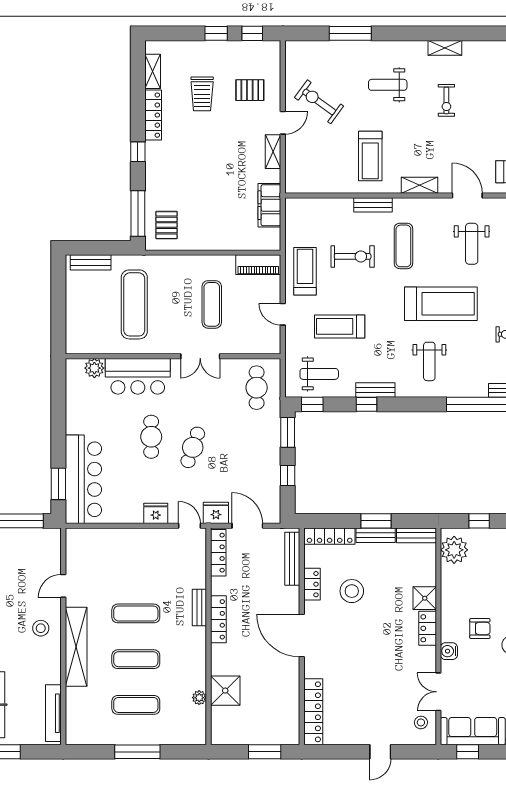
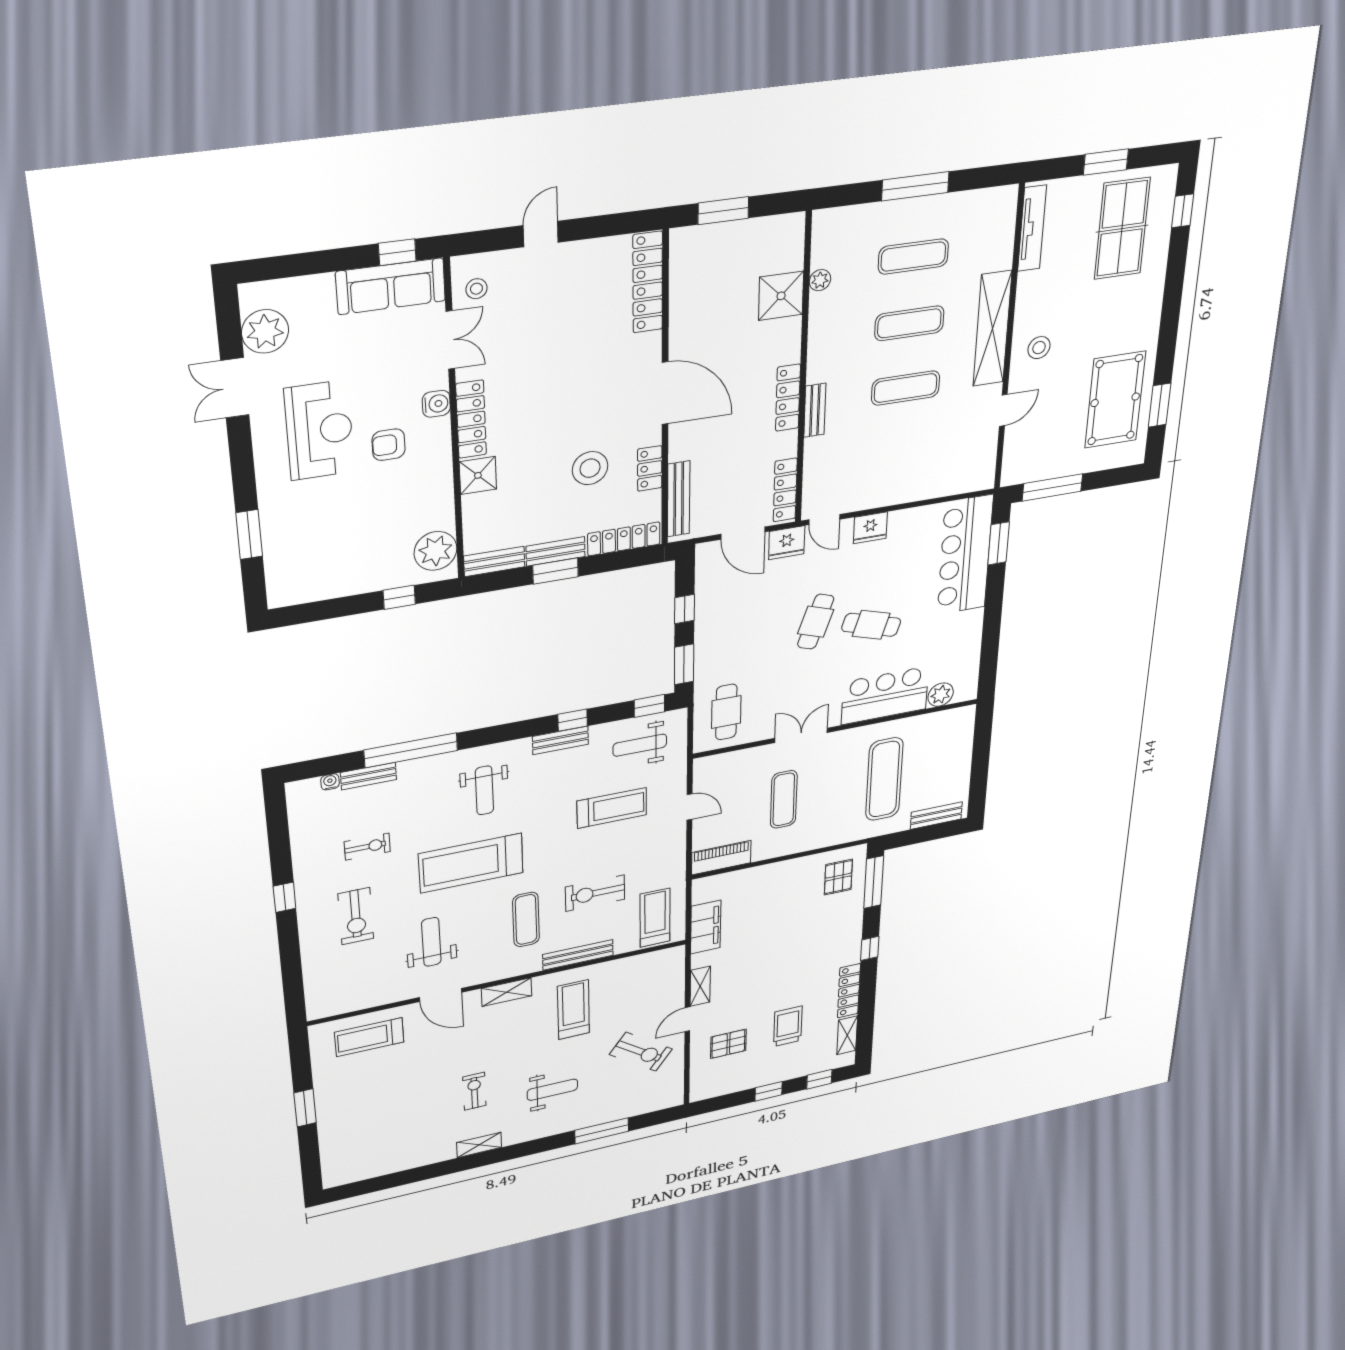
window: (252, 33) -> (819, 1079), moved
bench: (373, 205) -> (578, 955), width x1.36
treadmill: (305, 271) -> (655, 918), moved, turned 180
weight bench: (429, 361) -> (484, 790), turned 180
cafe table: (151, 437) -> (871, 625), turned -73
locker: (428, 628) -> (471, 419), width x1.53

